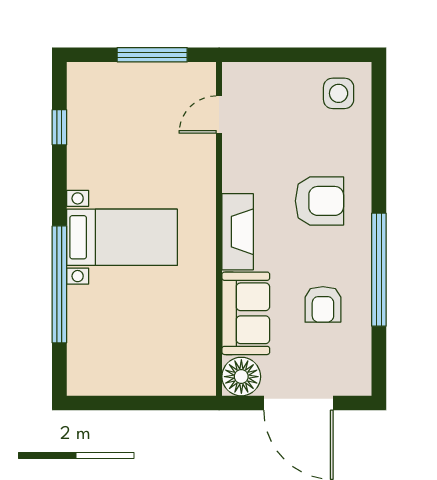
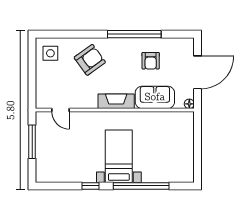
window: (59, 127) -> (91, 186), moved
armchair: (319, 201) -> (90, 60), moved, turned 54
armchair: (323, 304) -> (151, 61), turned 90
floor lamp: (241, 377) -> (189, 104), width x0.53, depth x0.53

